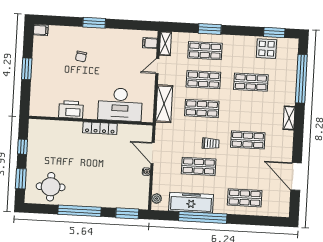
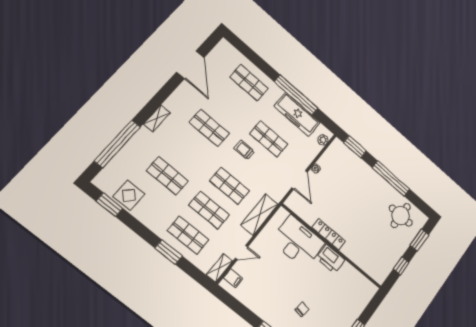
printer: (71, 110) -> (330, 259), moved

